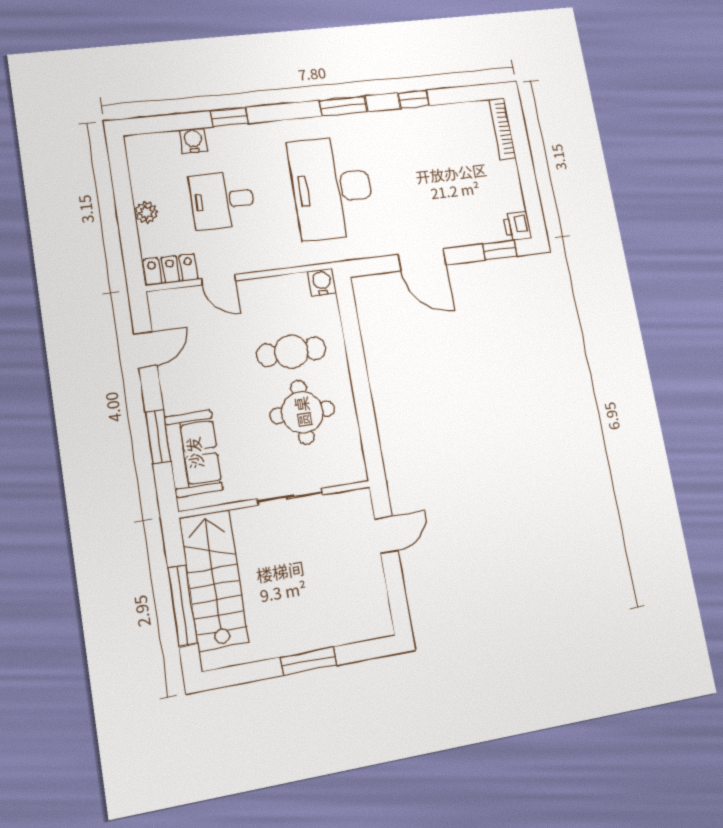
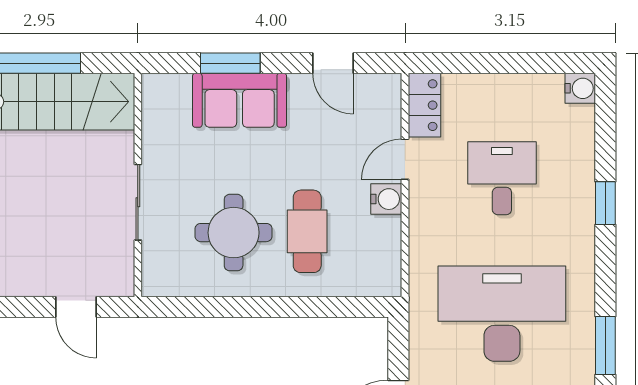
water cooler: (193, 141) -> (580, 88), moved
plant: (146, 212) -> (497, 87), removed
water cooler: (322, 282) -> (386, 199), moved
sofa: (194, 453) -> (240, 100), moved

